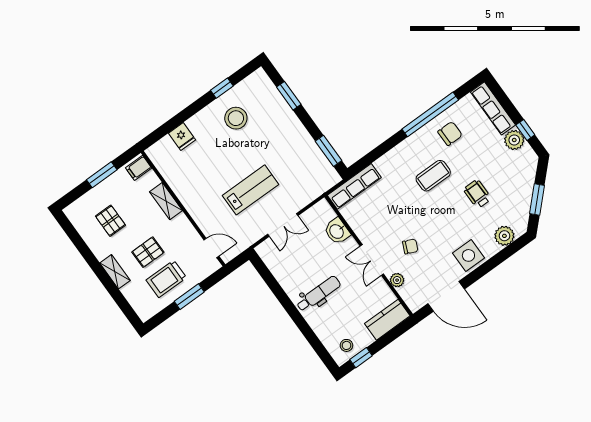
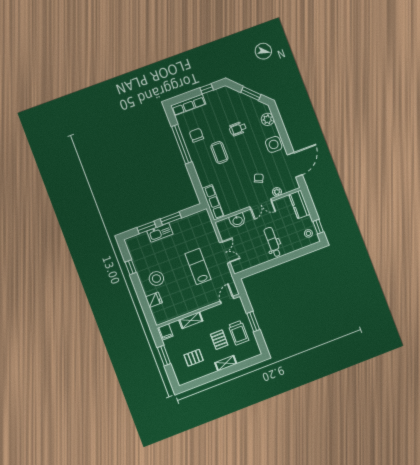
stool: (236, 118) -> (156, 279), moved
kitchen sink: (287, 118) -> (160, 232), added
plant: (514, 140) -> (211, 97), removed
window: (328, 151) -> (171, 218), moved

